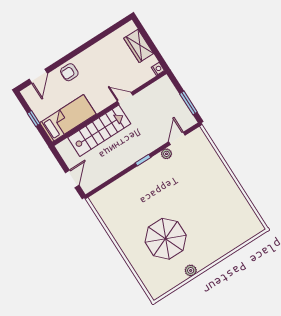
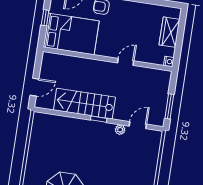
door: (125, 98) -> (126, 62), hinge flipped
bed: (68, 118) -> (71, 34), width x1.50
stairs: (99, 131) -> (84, 104), moved, turned 180

